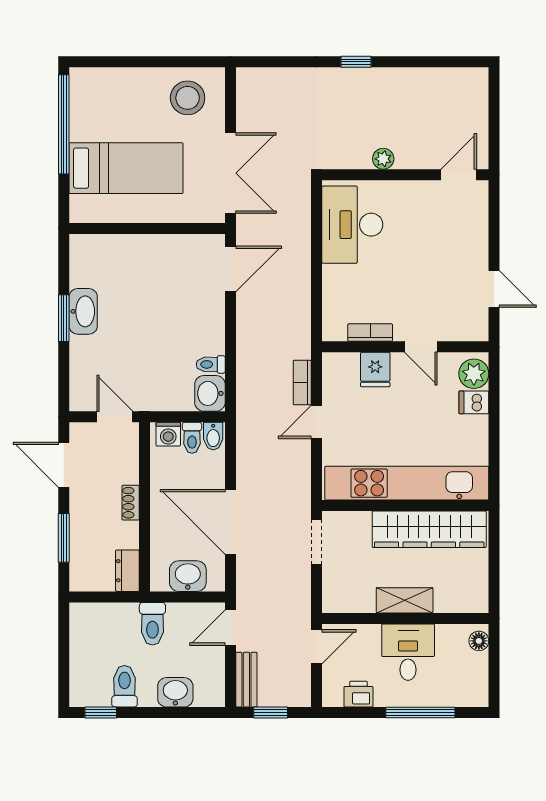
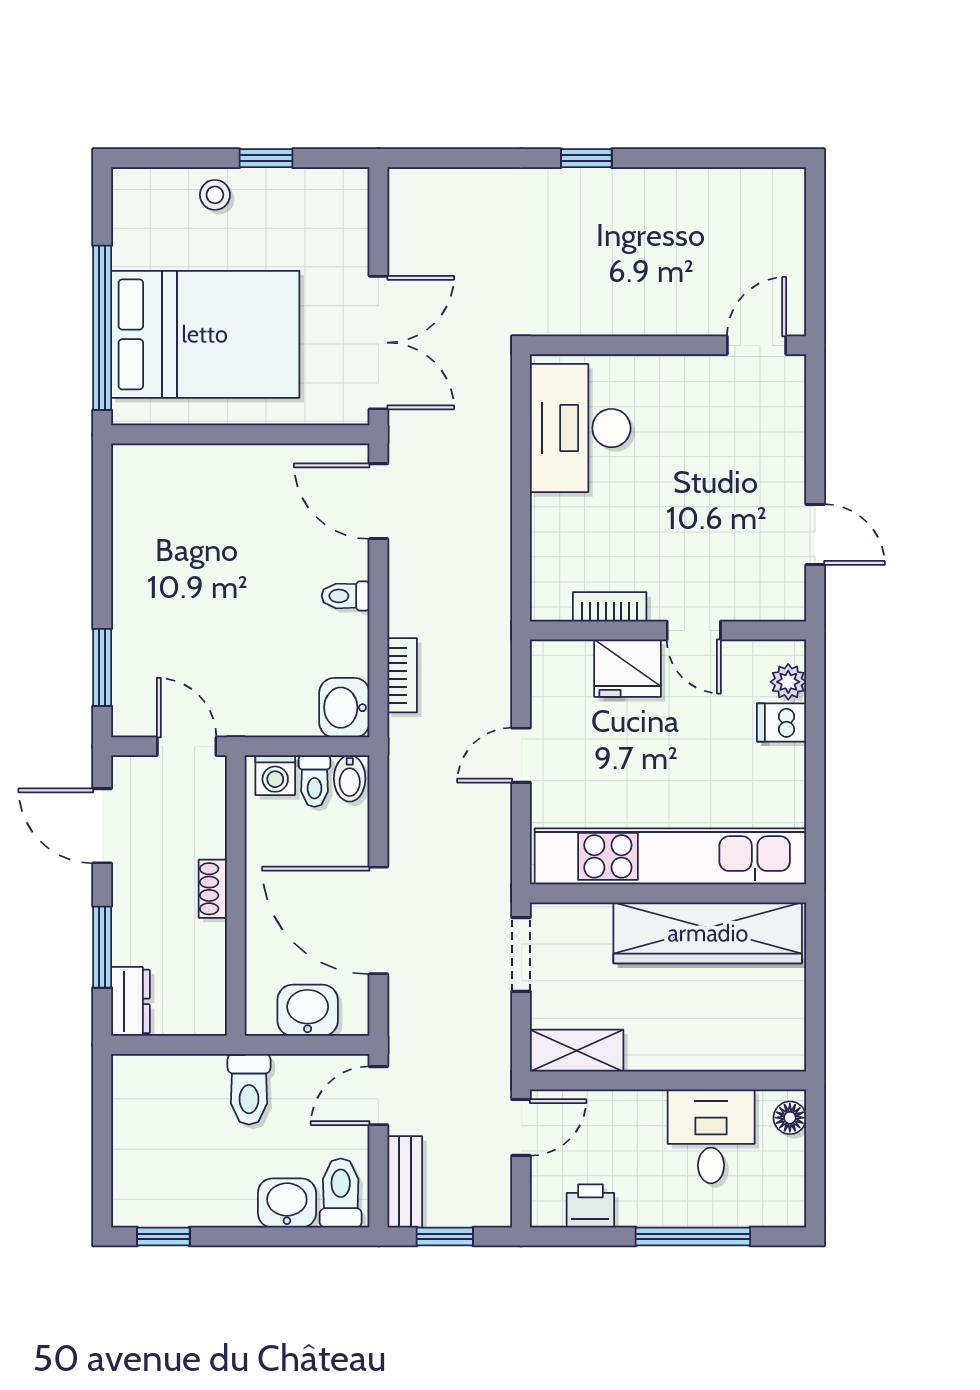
window: (163, 62) -> (266, 158), added
stool: (188, 98) -> (215, 195), moved, width x0.53, depth x0.53
window: (64, 124) -> (102, 328), moved
plant: (383, 159) -> (631, 319), removed
bed: (126, 168) -> (205, 334), width x1.50
door: (231, 269) -> (378, 501), swing flipped
washbasin: (83, 311) -> (134, 572), removed
window: (64, 318) -> (102, 667), moved
toilet: (211, 364) -> (346, 596), moved
fridge: (375, 370) -> (627, 668), width x1.38
plant: (474, 374) -> (788, 682), width x0.73, depth x0.73
bookcase: (302, 383) -> (402, 675), moved, turned 180
dresser: (127, 571) -> (130, 1001), moved, turned 180
shelving: (405, 600) -> (577, 1051), moved
desk: (408, 652) -> (711, 1136), moved
toilet: (124, 686) -> (341, 1193), moved

